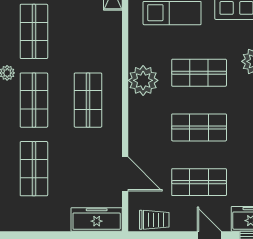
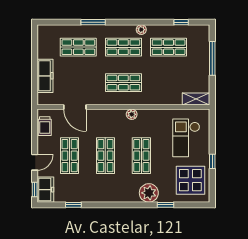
plant: (143, 80) -> (132, 114), width x0.53, depth x0.53
door: (125, 174) -> (75, 107), hinge flipped
freezer: (97, 219) -> (45, 76), moved

